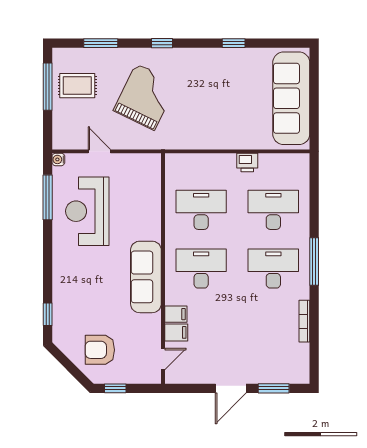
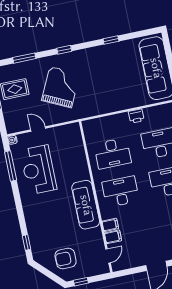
desk: (201, 210) -> (113, 153), turned 180

